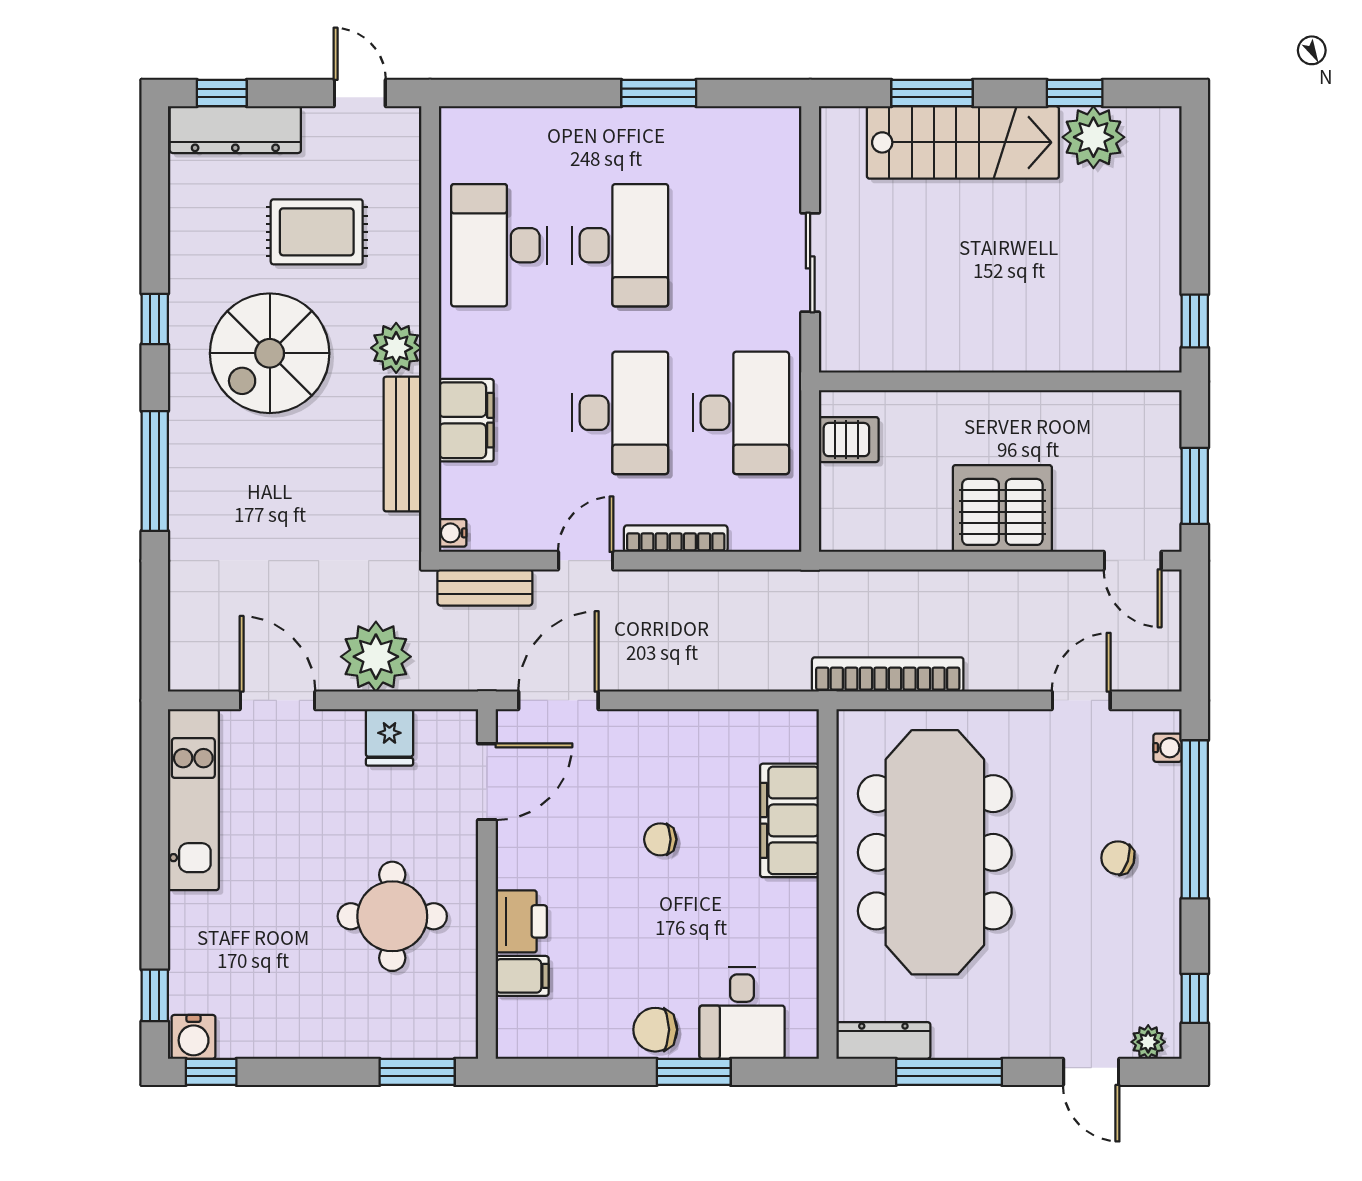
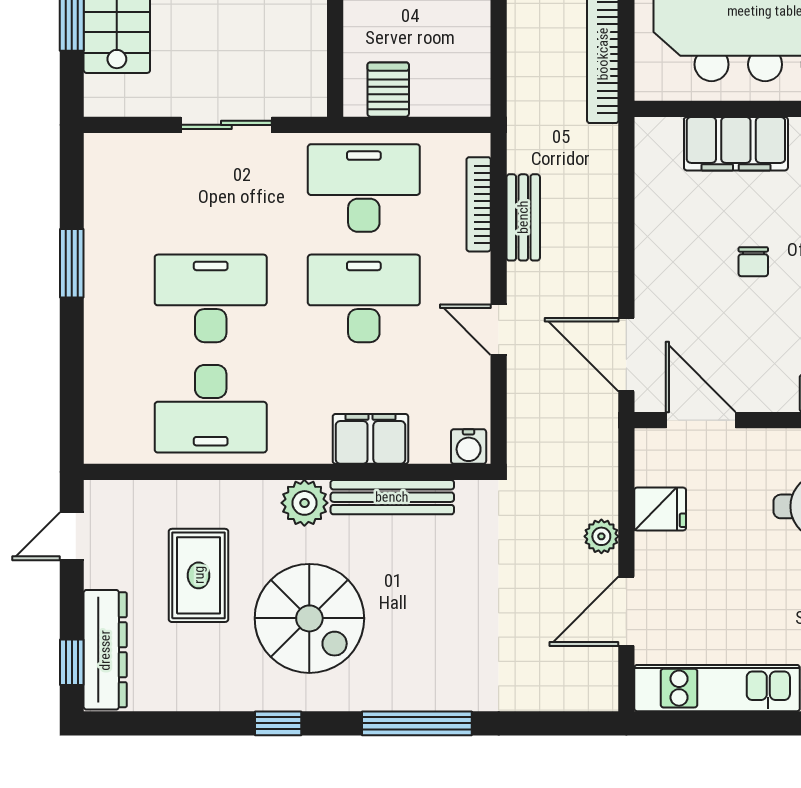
water cooler: (453, 533) -> (469, 447), width x1.38, depth x1.38
bookcase: (676, 539) -> (479, 204), moved
bench: (485, 587) -> (523, 217), moved
plant: (376, 657) -> (601, 536), width x0.53, depth x0.53

